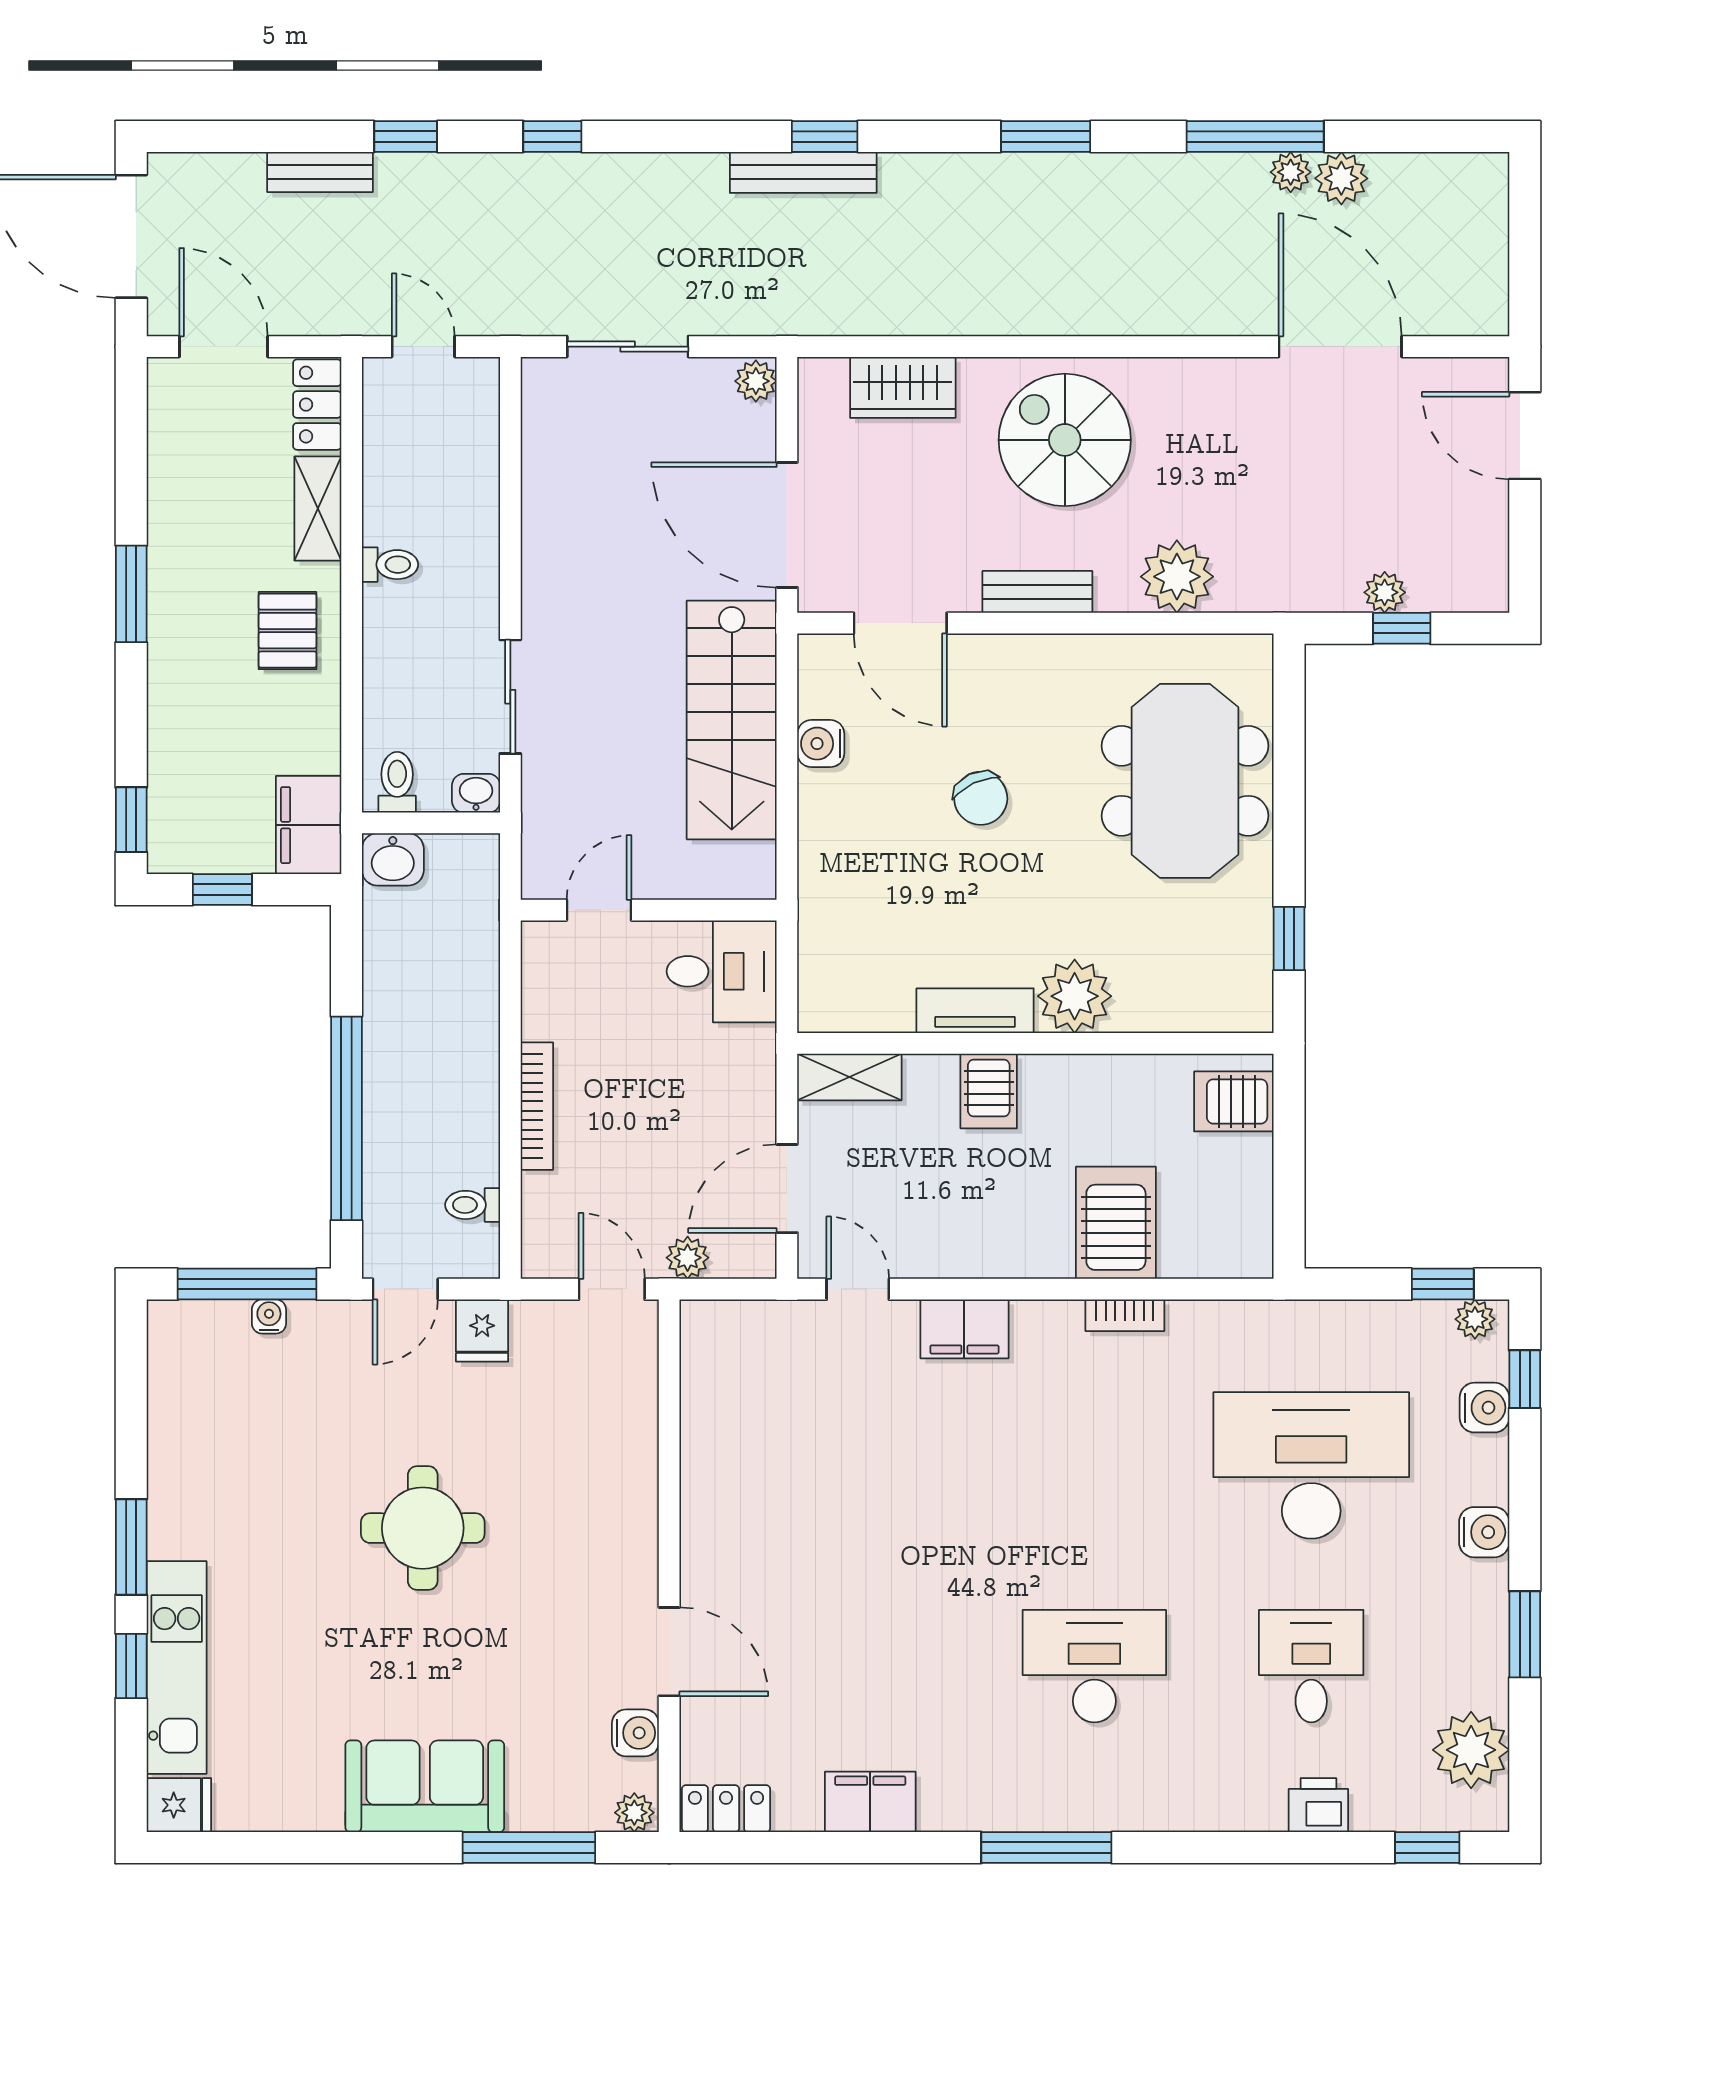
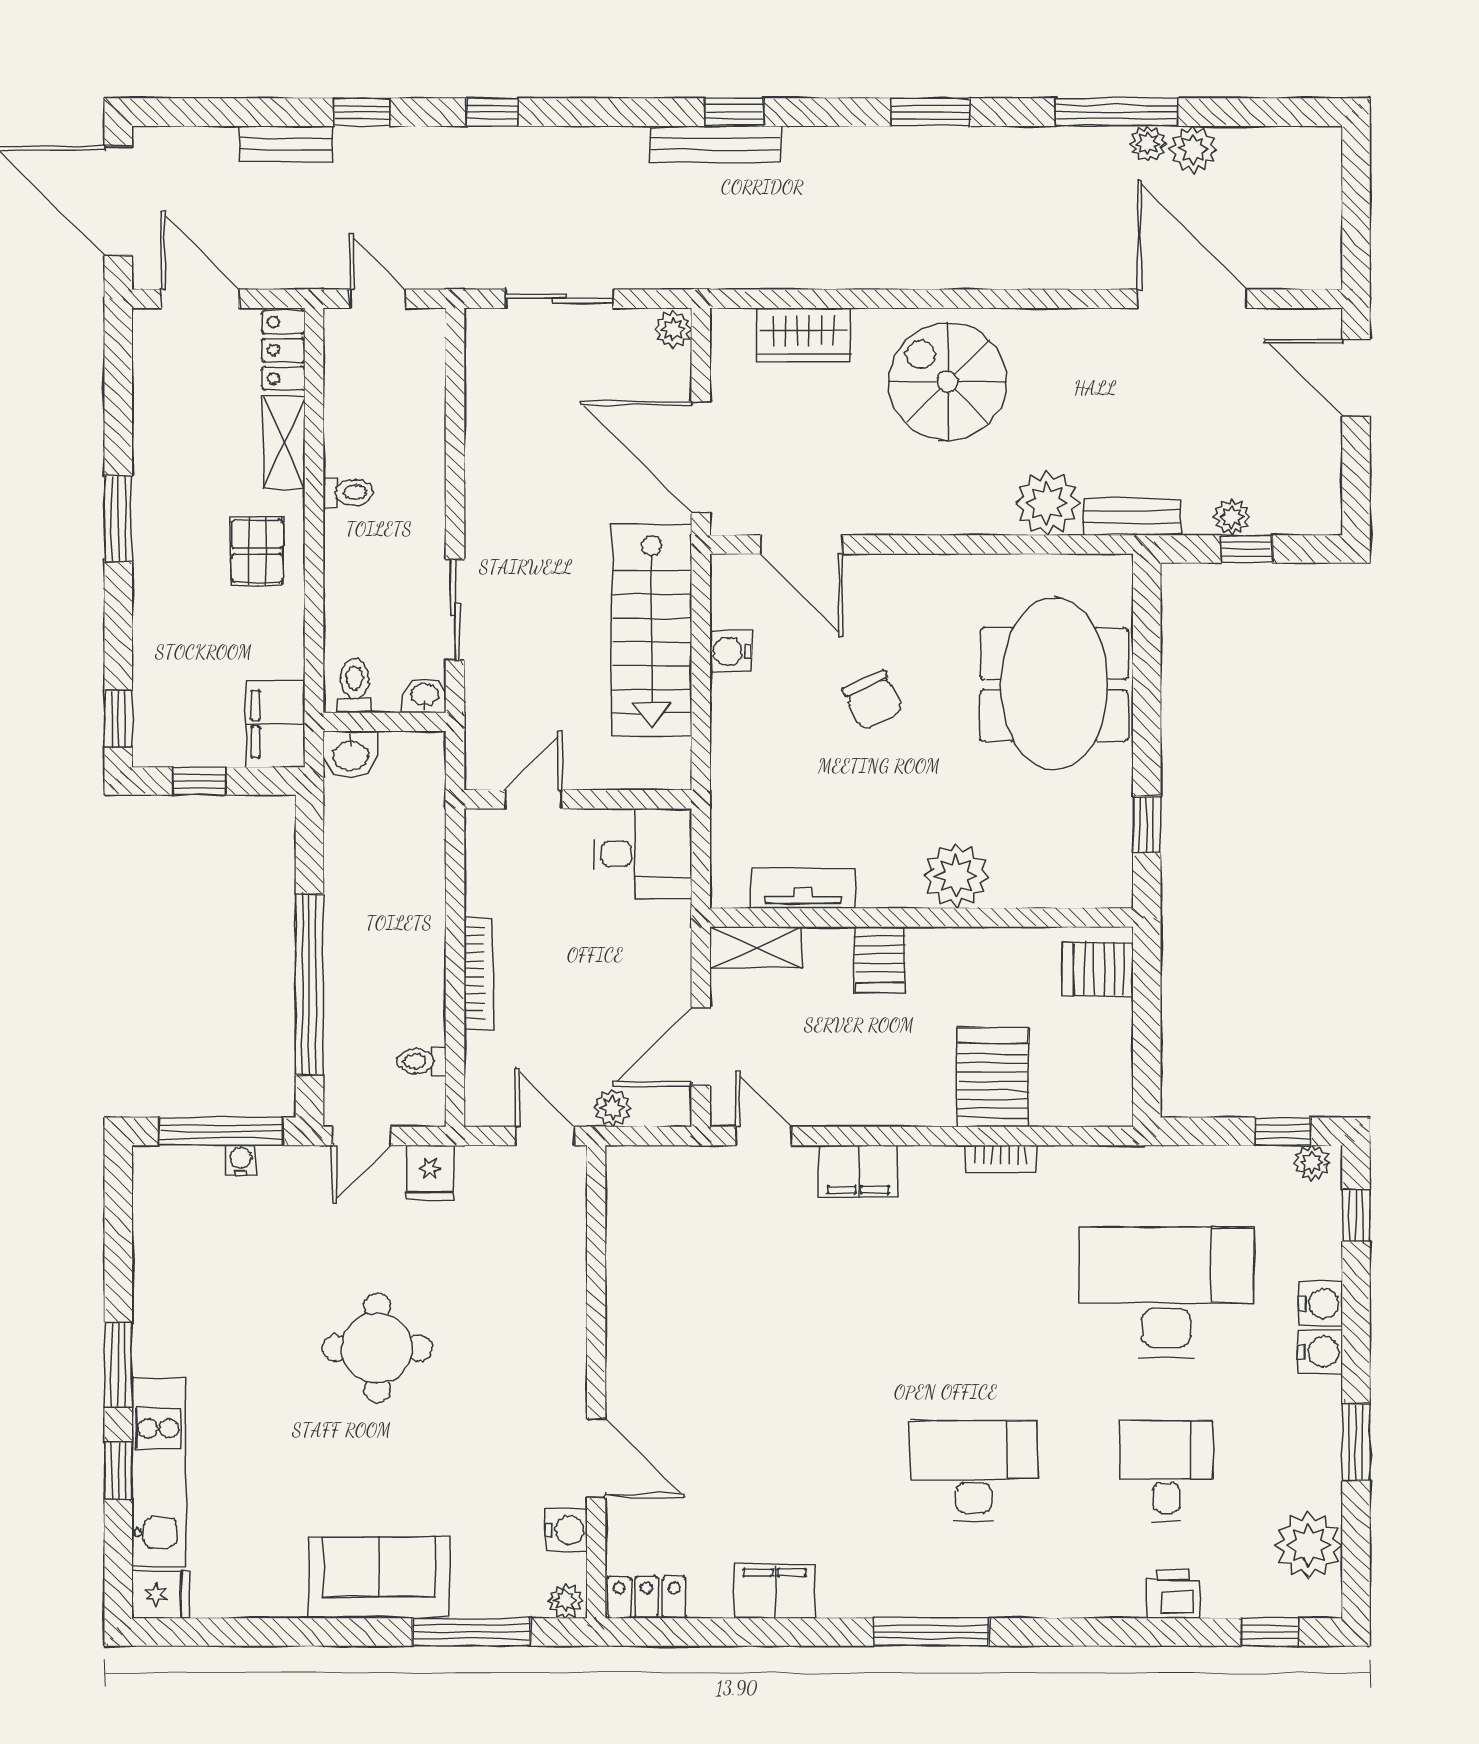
bench: (1037, 592) -> (1132, 517), moved
tv unit: (975, 1011) -> (803, 889), moved
water cooler: (1484, 1408) -> (1320, 1304), moved

